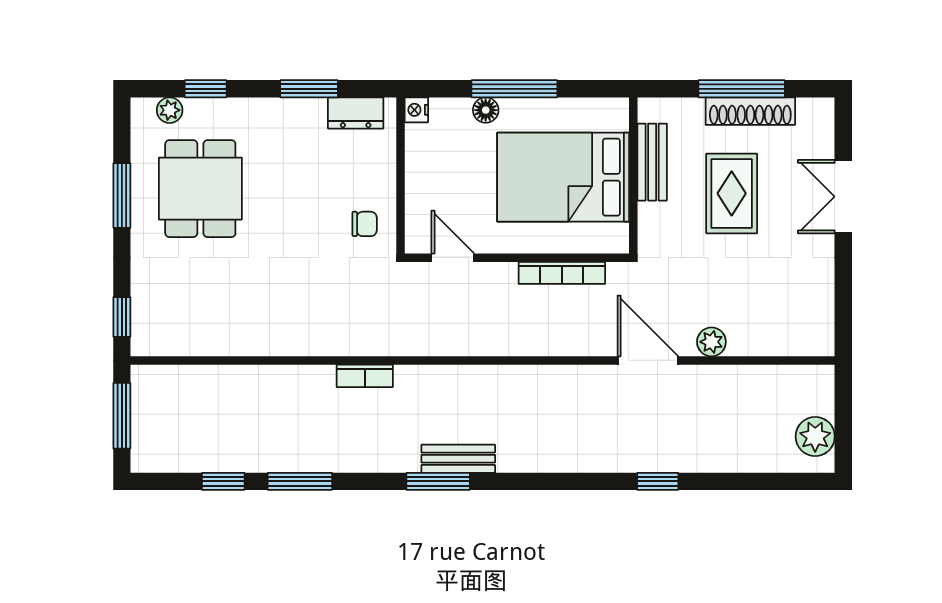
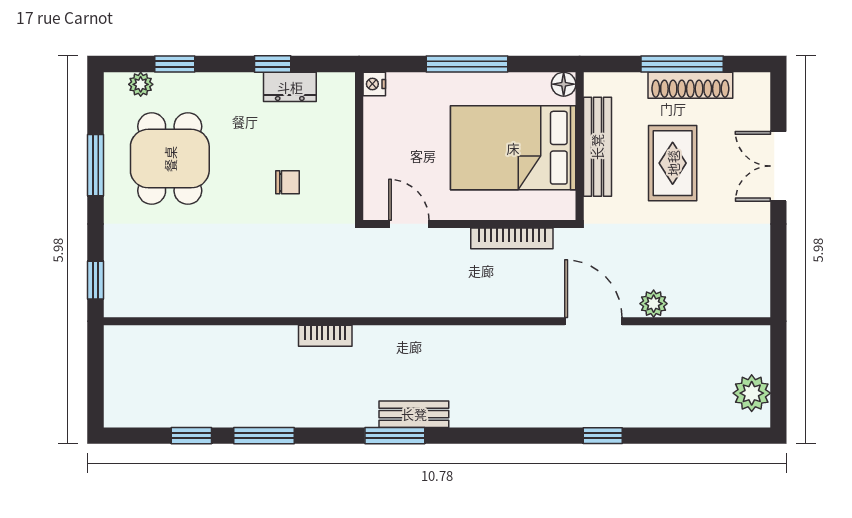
window: (309, 89) -> (273, 64), width x0.67
floor lamp: (486, 110) -> (564, 84), moved
dresser: (356, 113) -> (290, 87), moved
bench: (652, 162) -> (597, 147), width x1.36
chair: (365, 224) -> (288, 182), moved
window: (122, 416) -> (96, 374), removed

